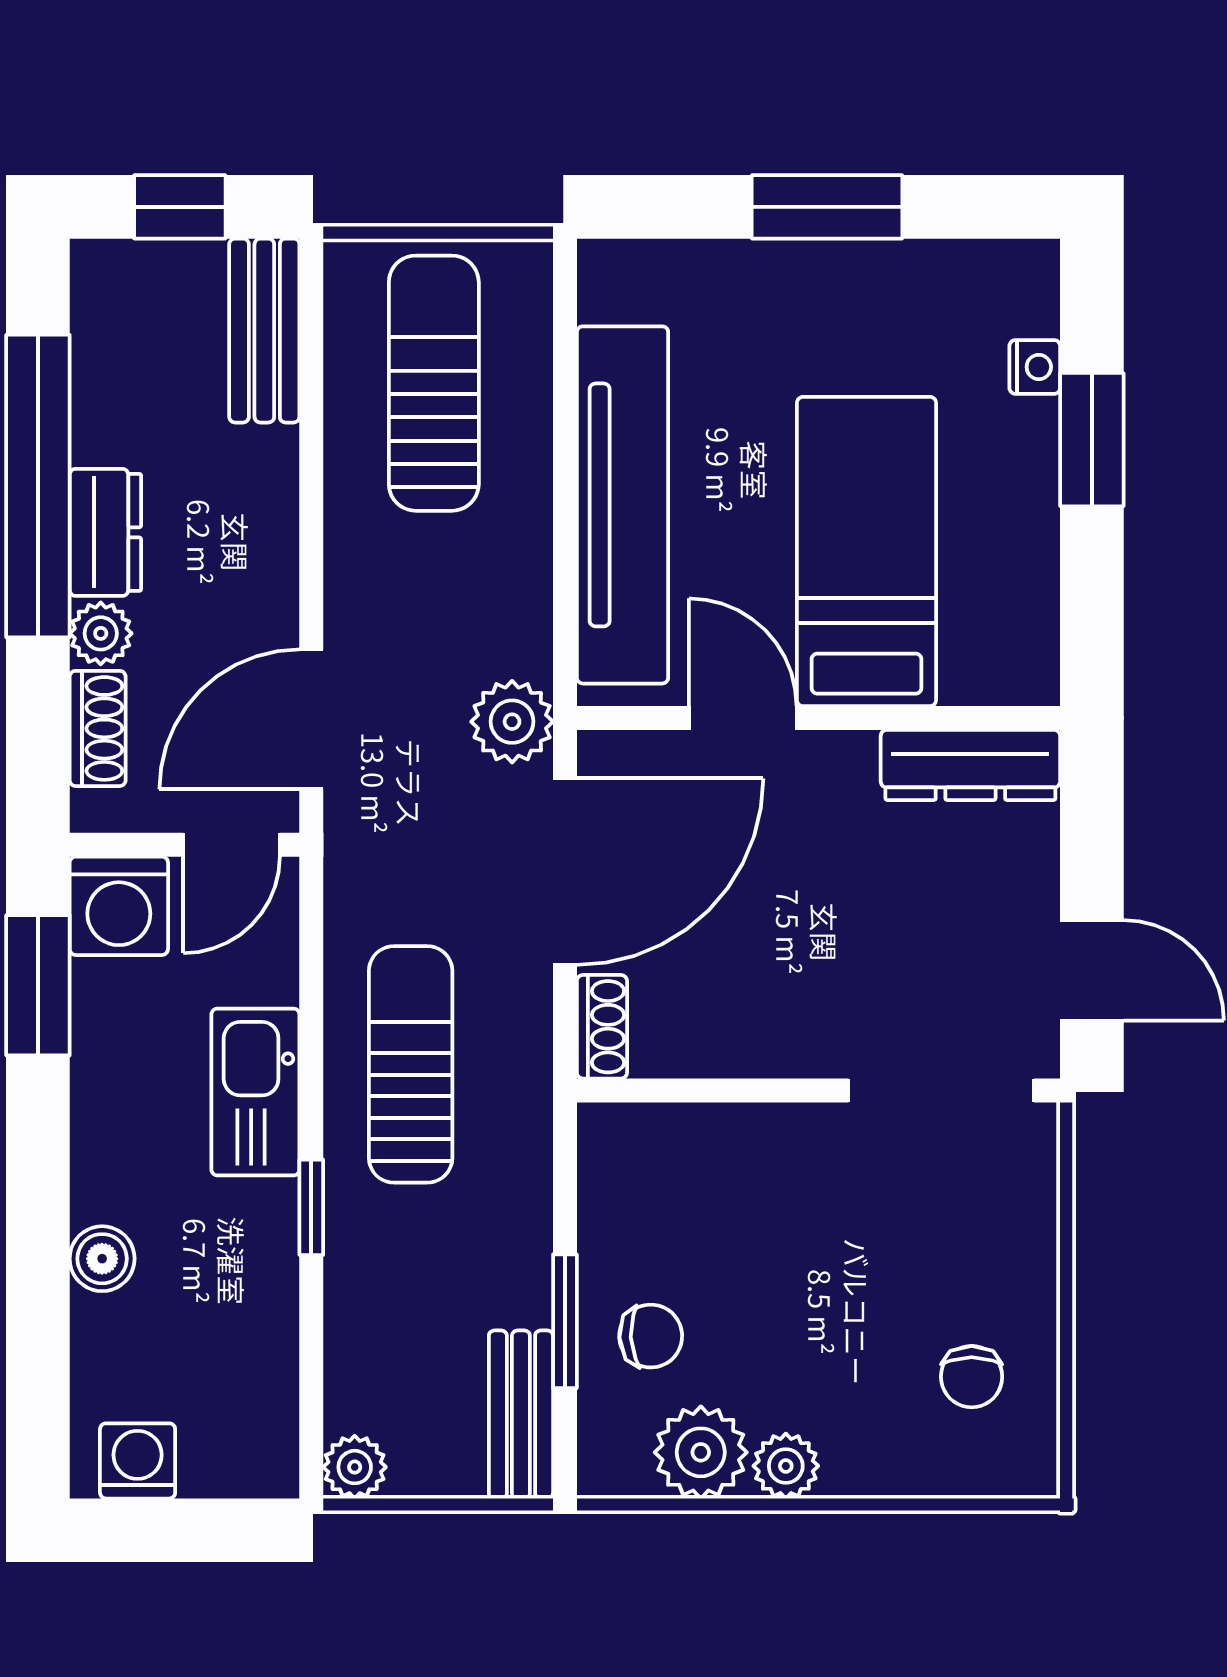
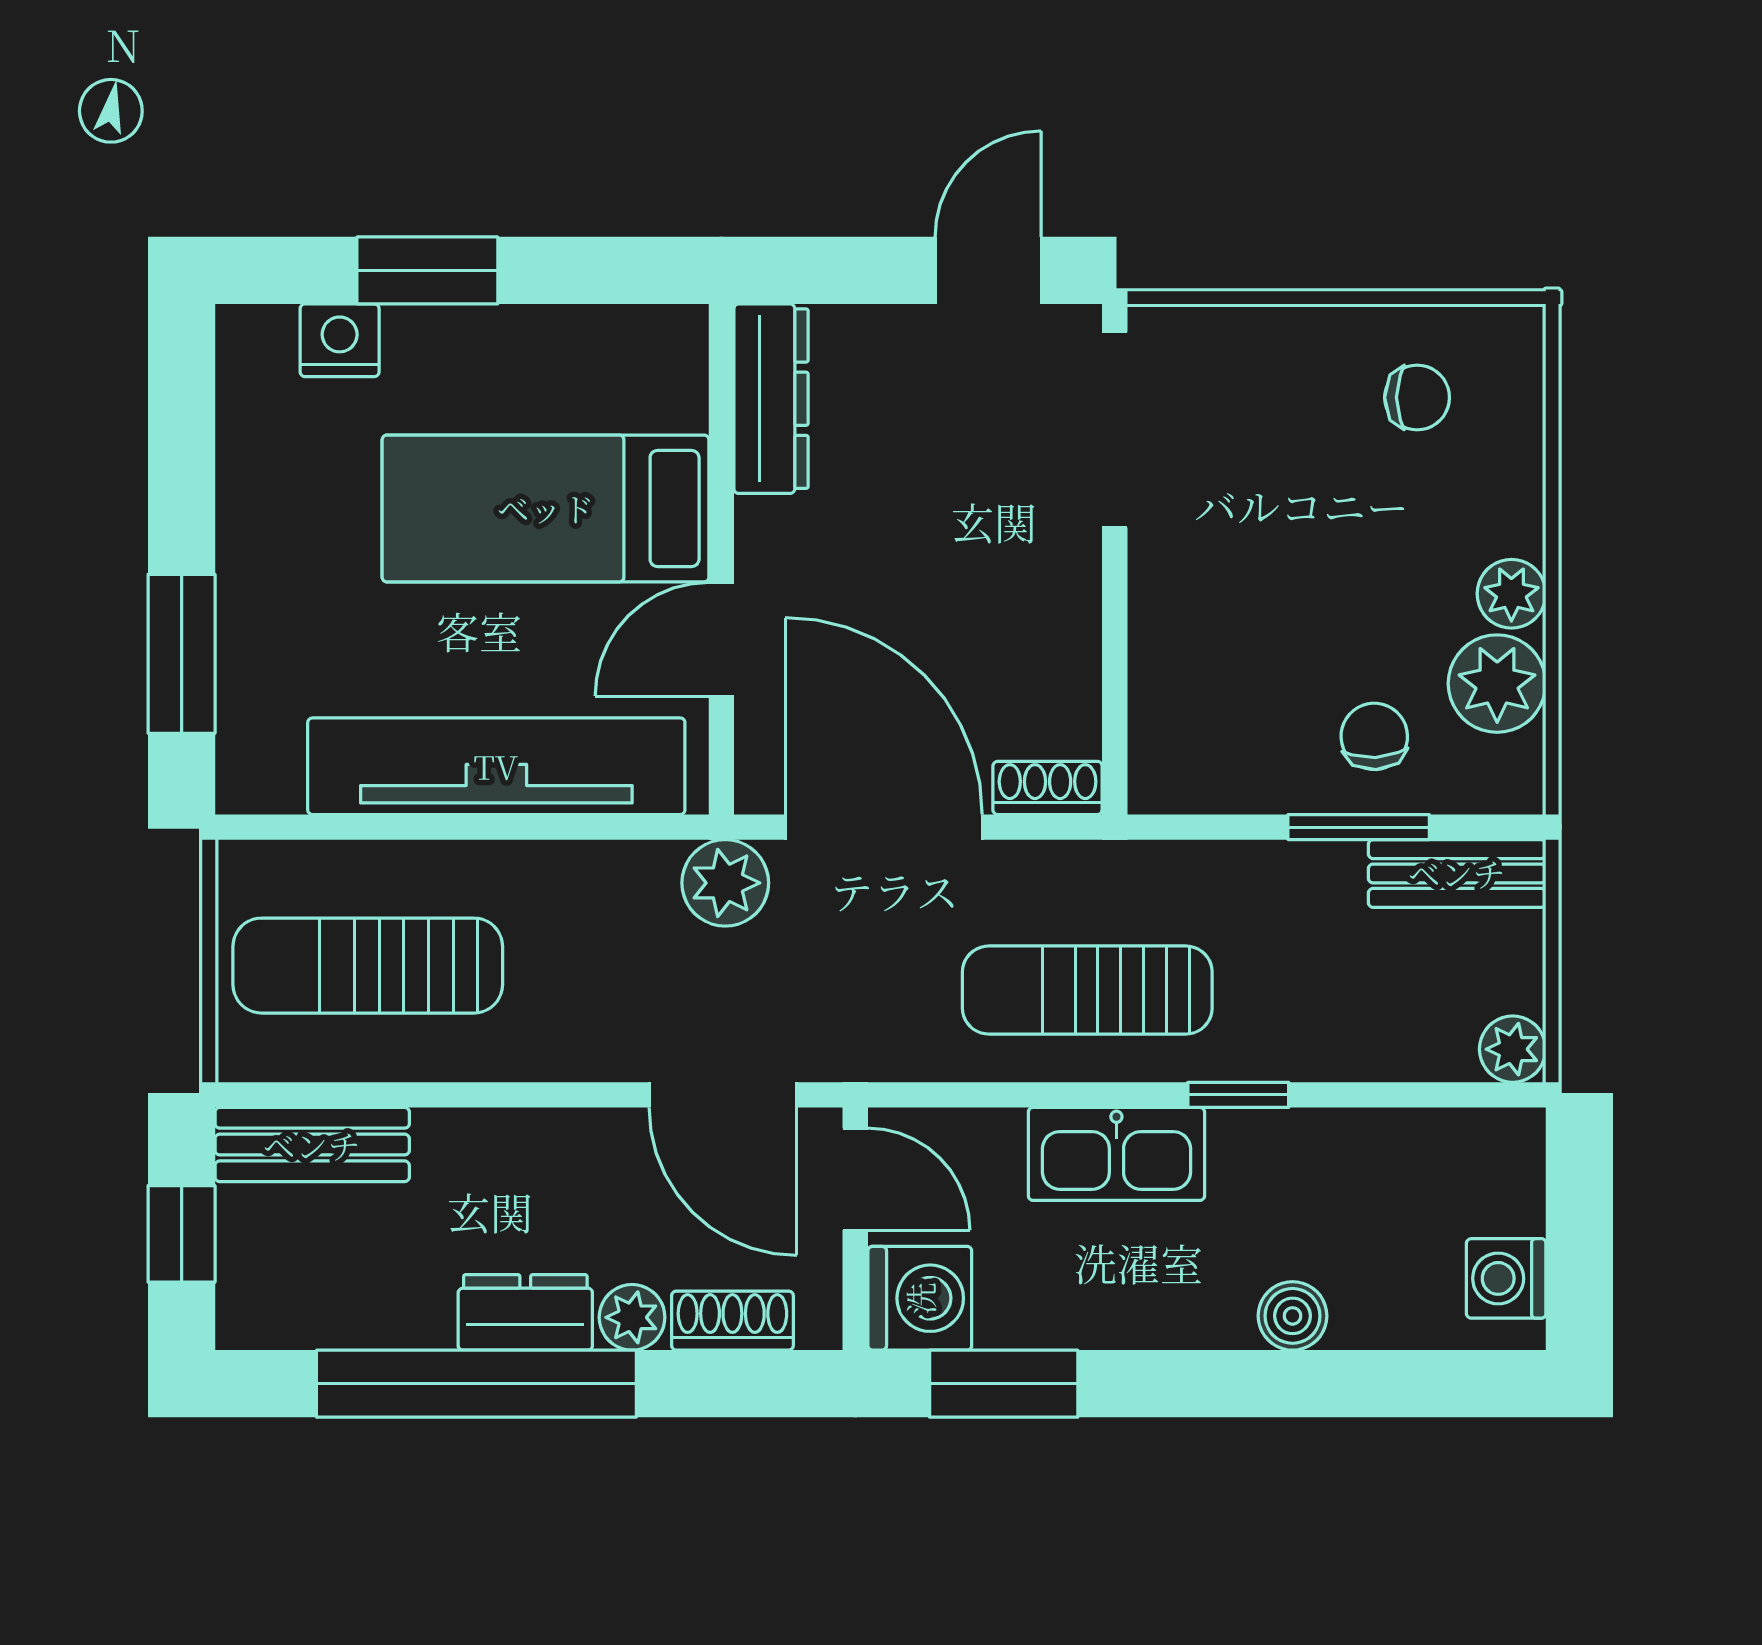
window: (827, 207) -> (182, 654), moved
nightstand: (1035, 367) -> (340, 340), width x1.39, depth x1.35

